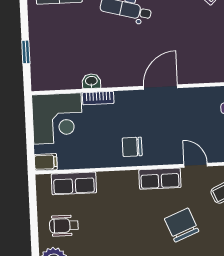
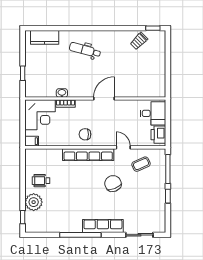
row of seats: (160, 179) -> (88, 155), width x2.02
row of seats: (74, 183) -> (48, 155), removed

